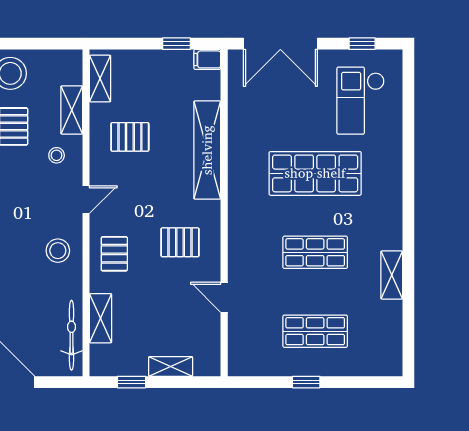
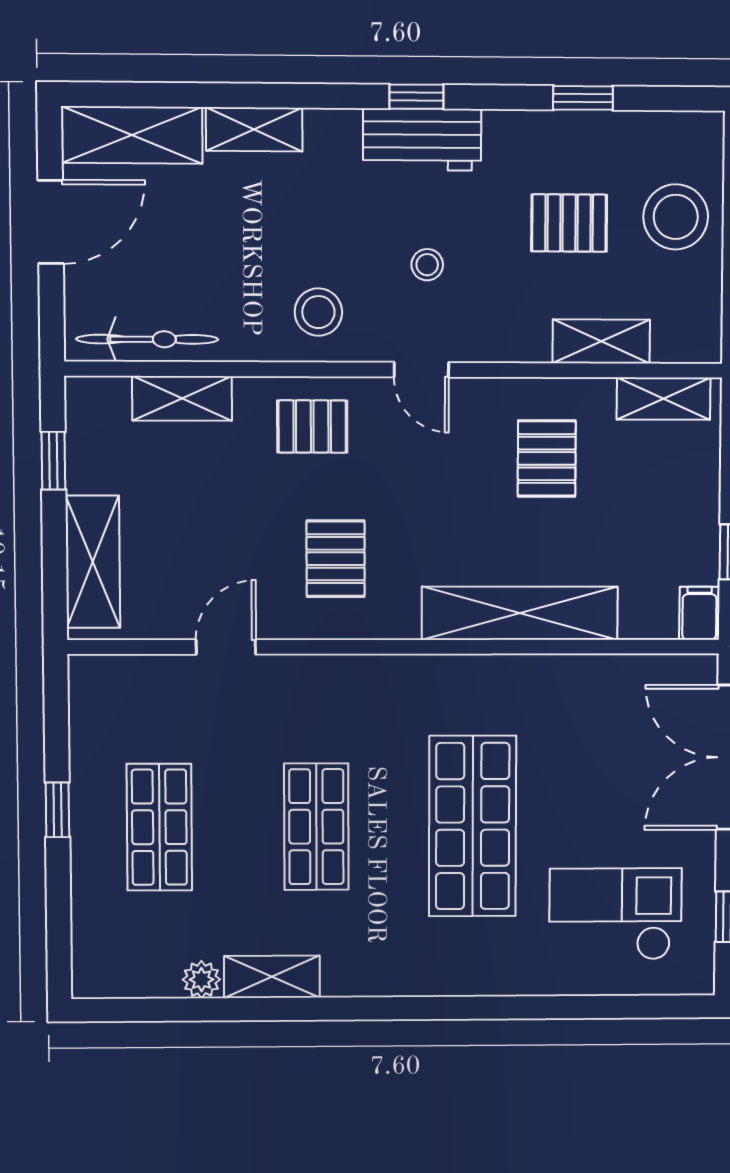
stool: (57, 155) -> (427, 265), moved
plant: (393, 311) -> (201, 980), added
shelving: (171, 366) -> (93, 562), width x1.50, depth x1.33

